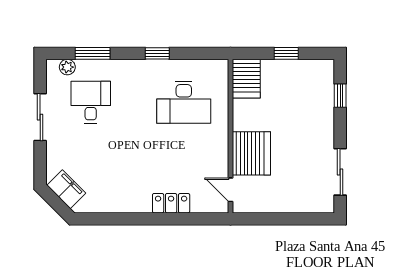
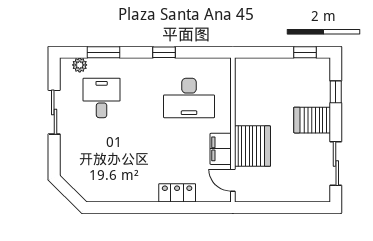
window: (286, 53) -> (305, 52), moved
server rack: (246, 79) -> (312, 120), moved, turned 90
filing cabinet: (66, 189) -> (221, 149), moved, turned -135

